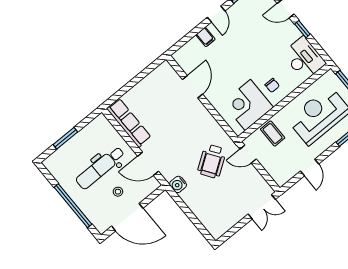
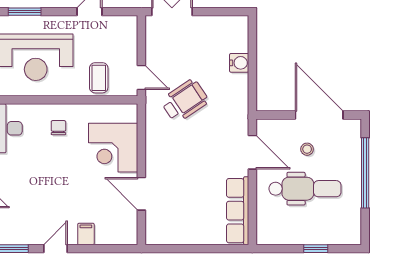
door: (193, 87) -> (141, 194), hinge flipped
corner desk: (248, 105) -> (113, 148), moved, turned 90
window: (65, 138) -> (316, 249), width x0.67
water cooler: (178, 184) -> (239, 63), moved

